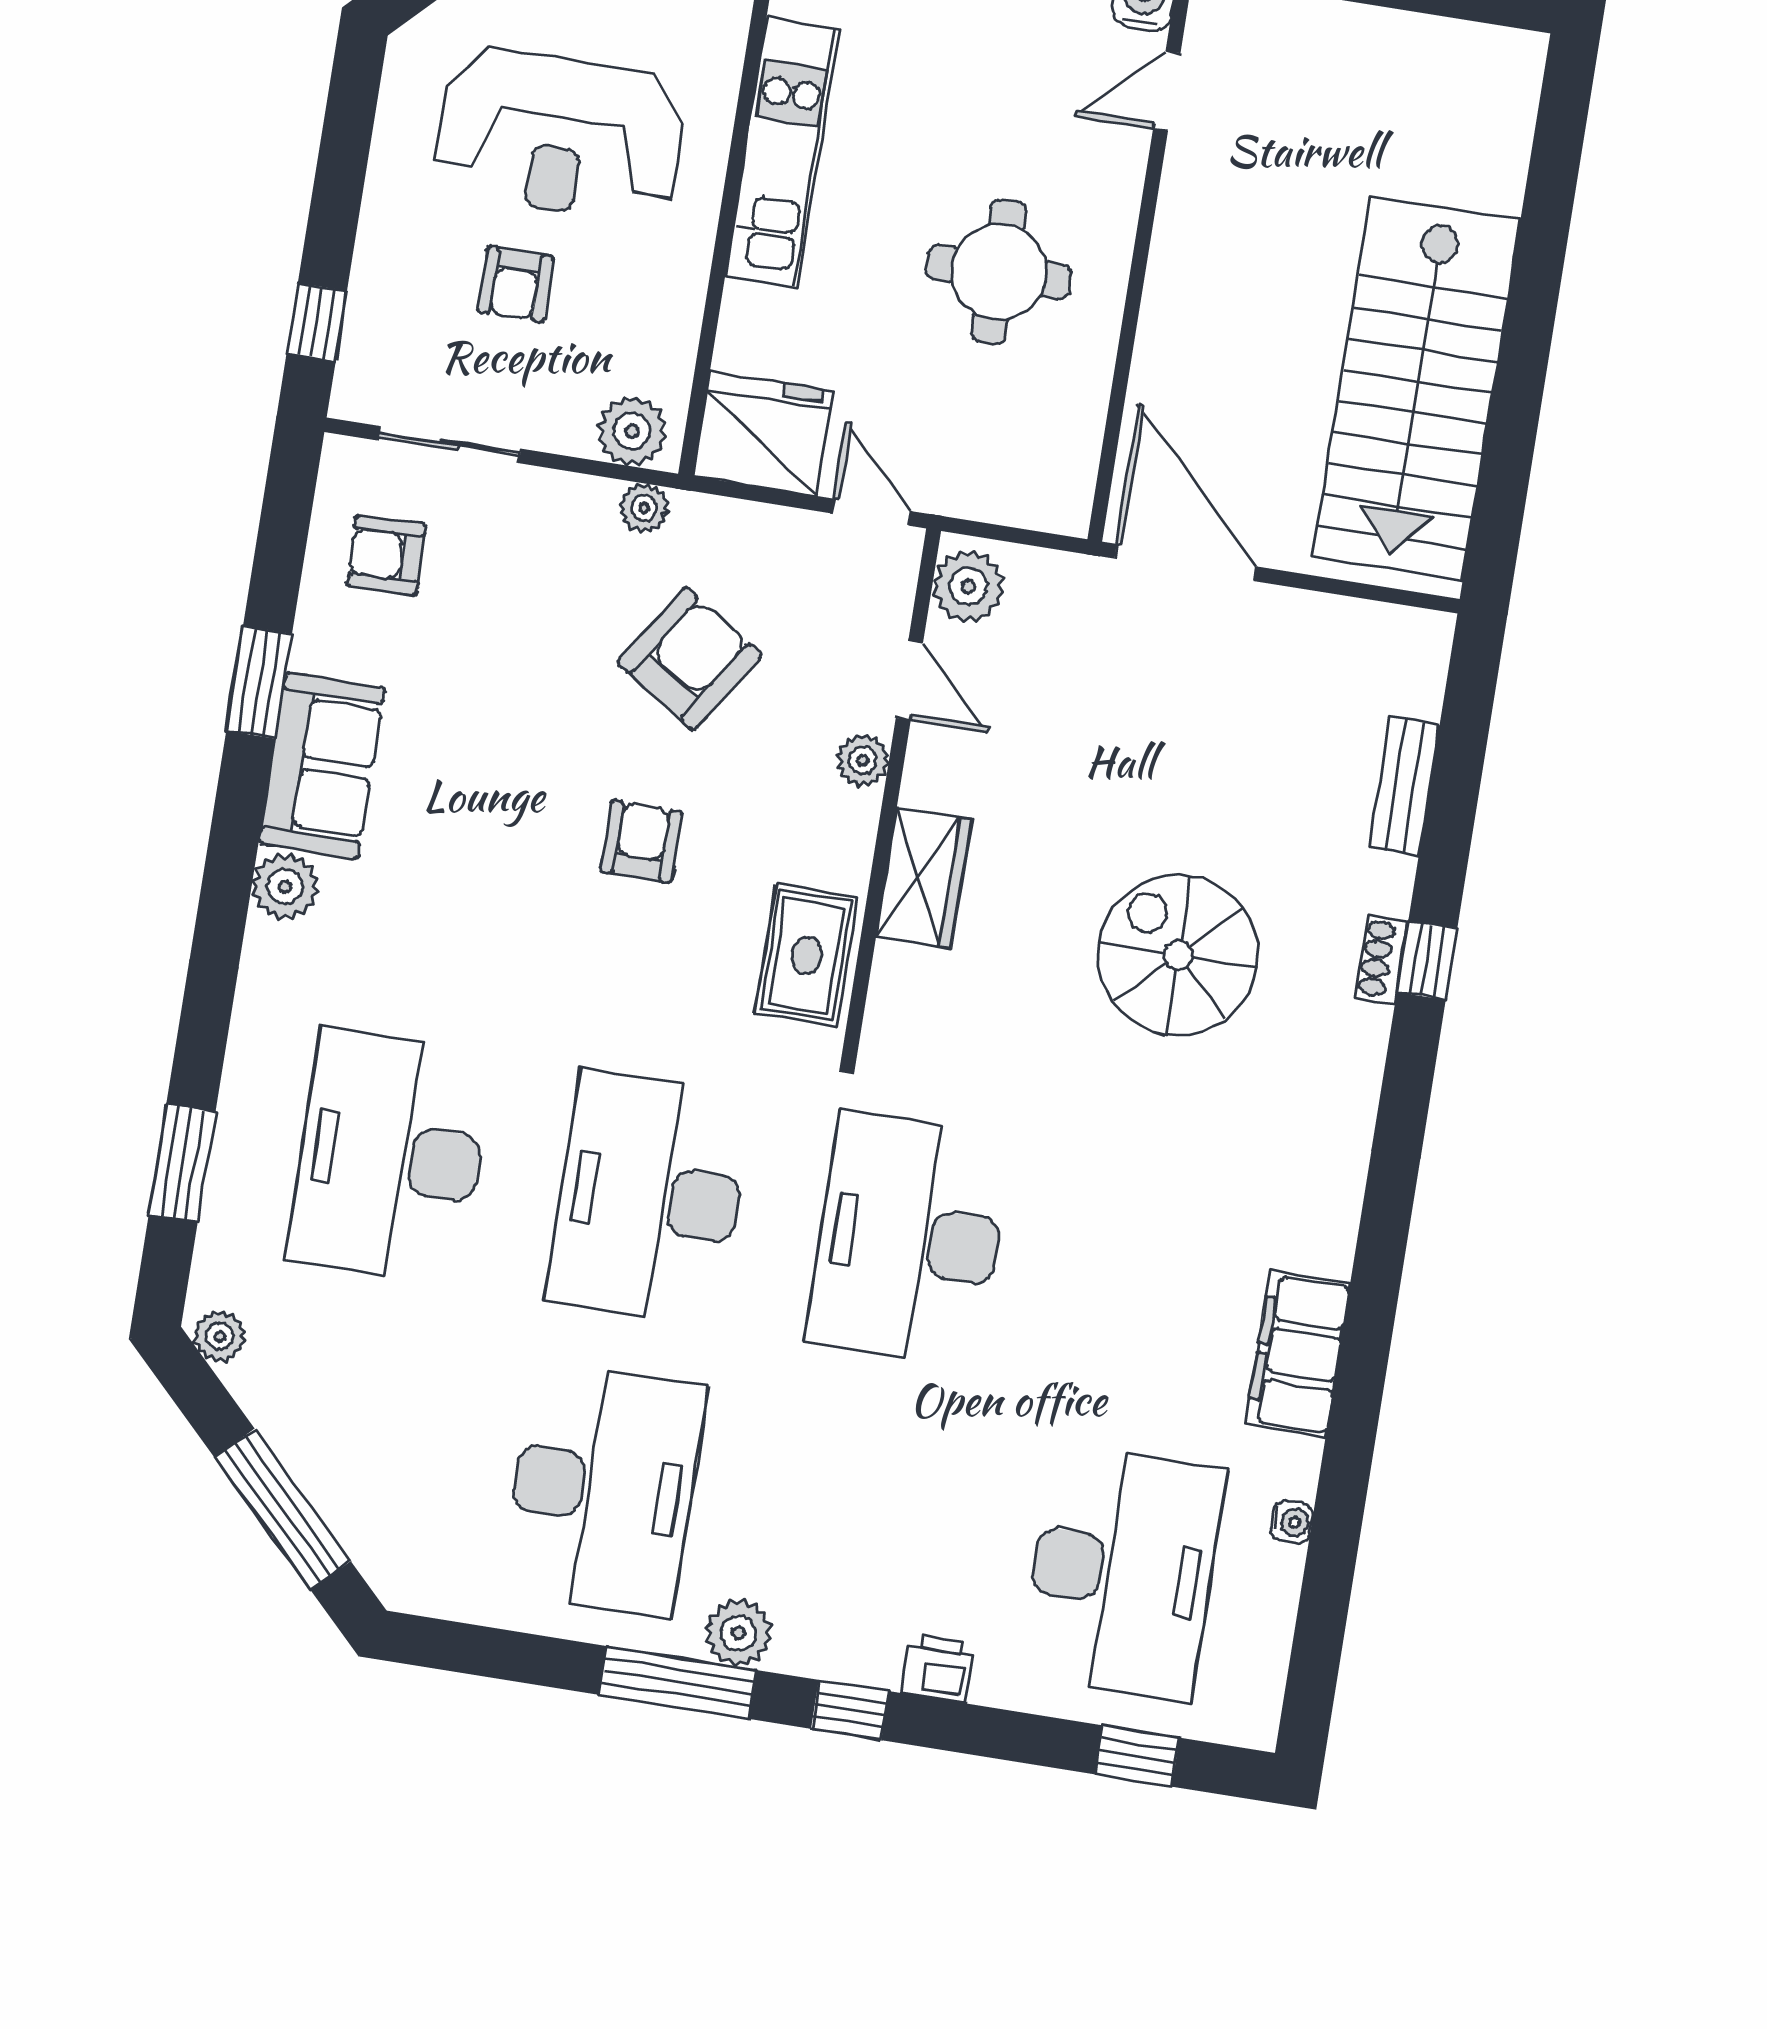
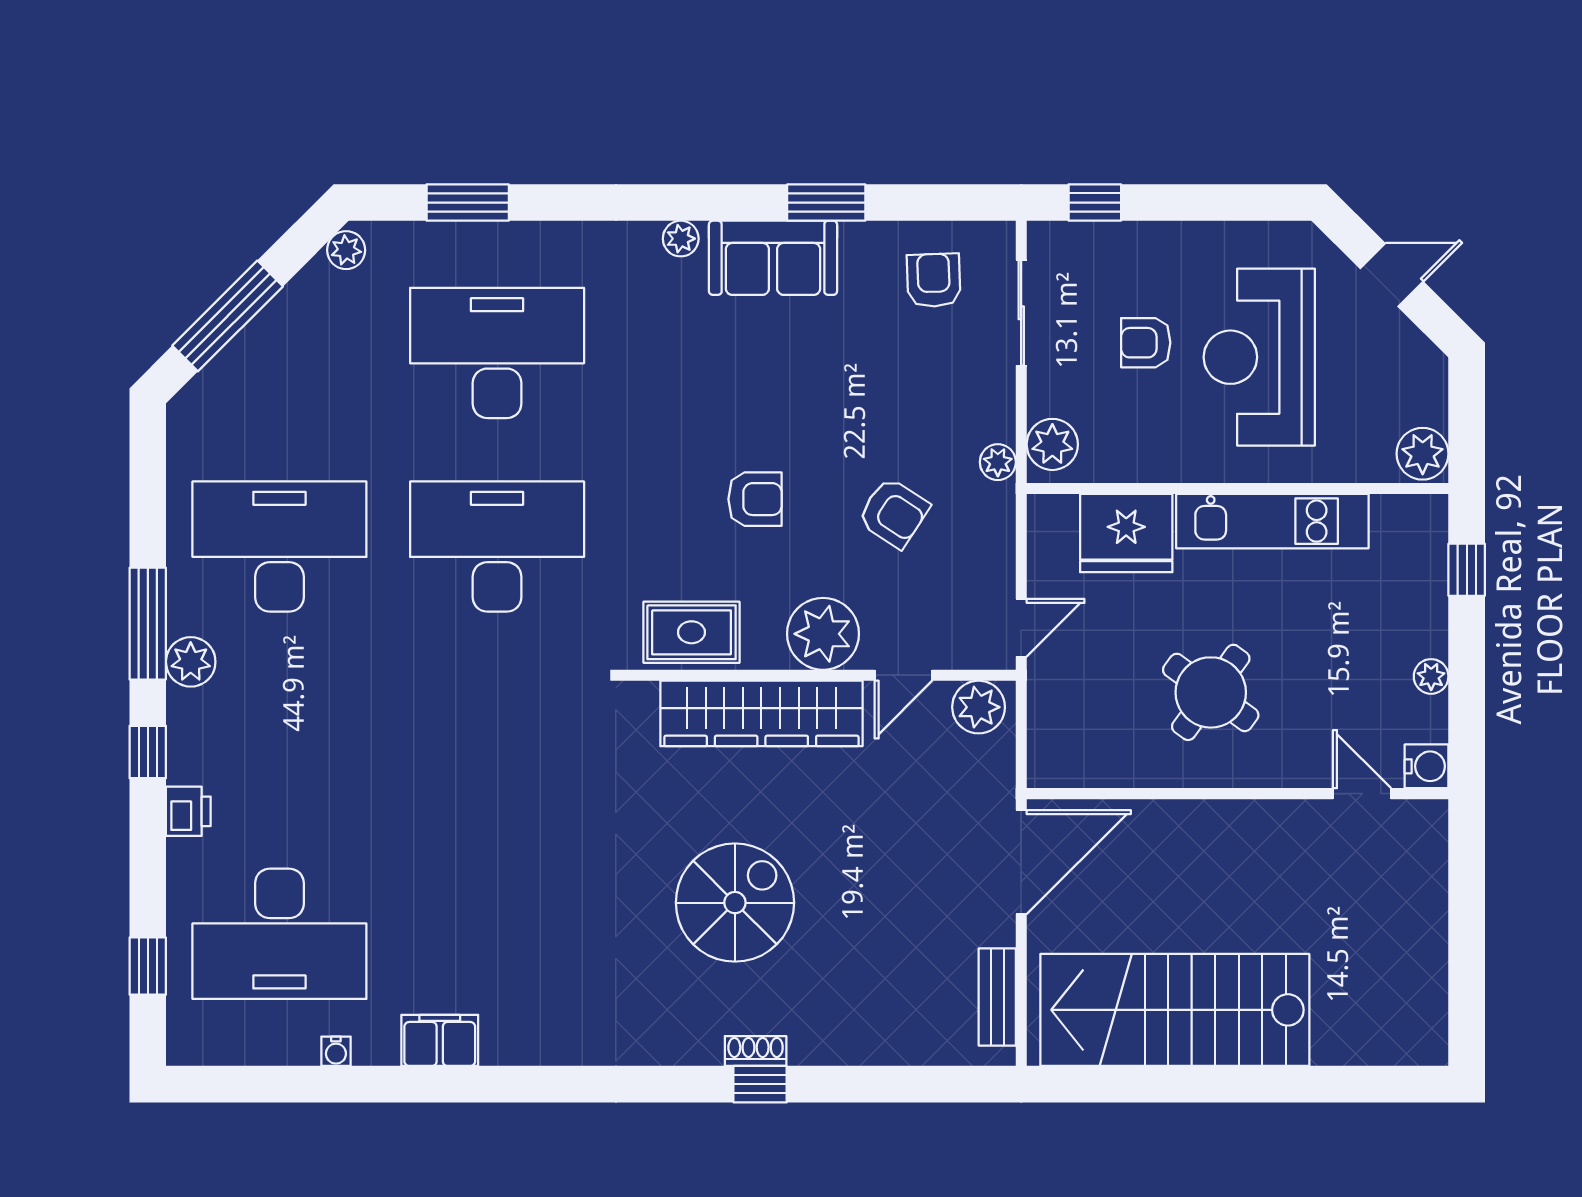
round table: (999, 272) -> (1211, 692), turned 36
fridge: (763, 434) -> (1126, 533), moved, turned 90
armchair: (690, 659) -> (894, 513), width x0.72, depth x0.72
plant: (863, 760) -> (823, 634), width x1.87, depth x1.87
bench: (1404, 786) -> (997, 997), moved, turned 90
wardrobe: (924, 878) -> (761, 713), width x2.10, depth x1.17
plant: (285, 887) -> (681, 239), width x0.73, depth x0.73
desk: (909, 1239) -> (497, 740), removed
filing cabinet: (1298, 1354) -> (440, 1040), width x0.67, depth x0.86
desk: (603, 1489) -> (279, 547), turned 180

